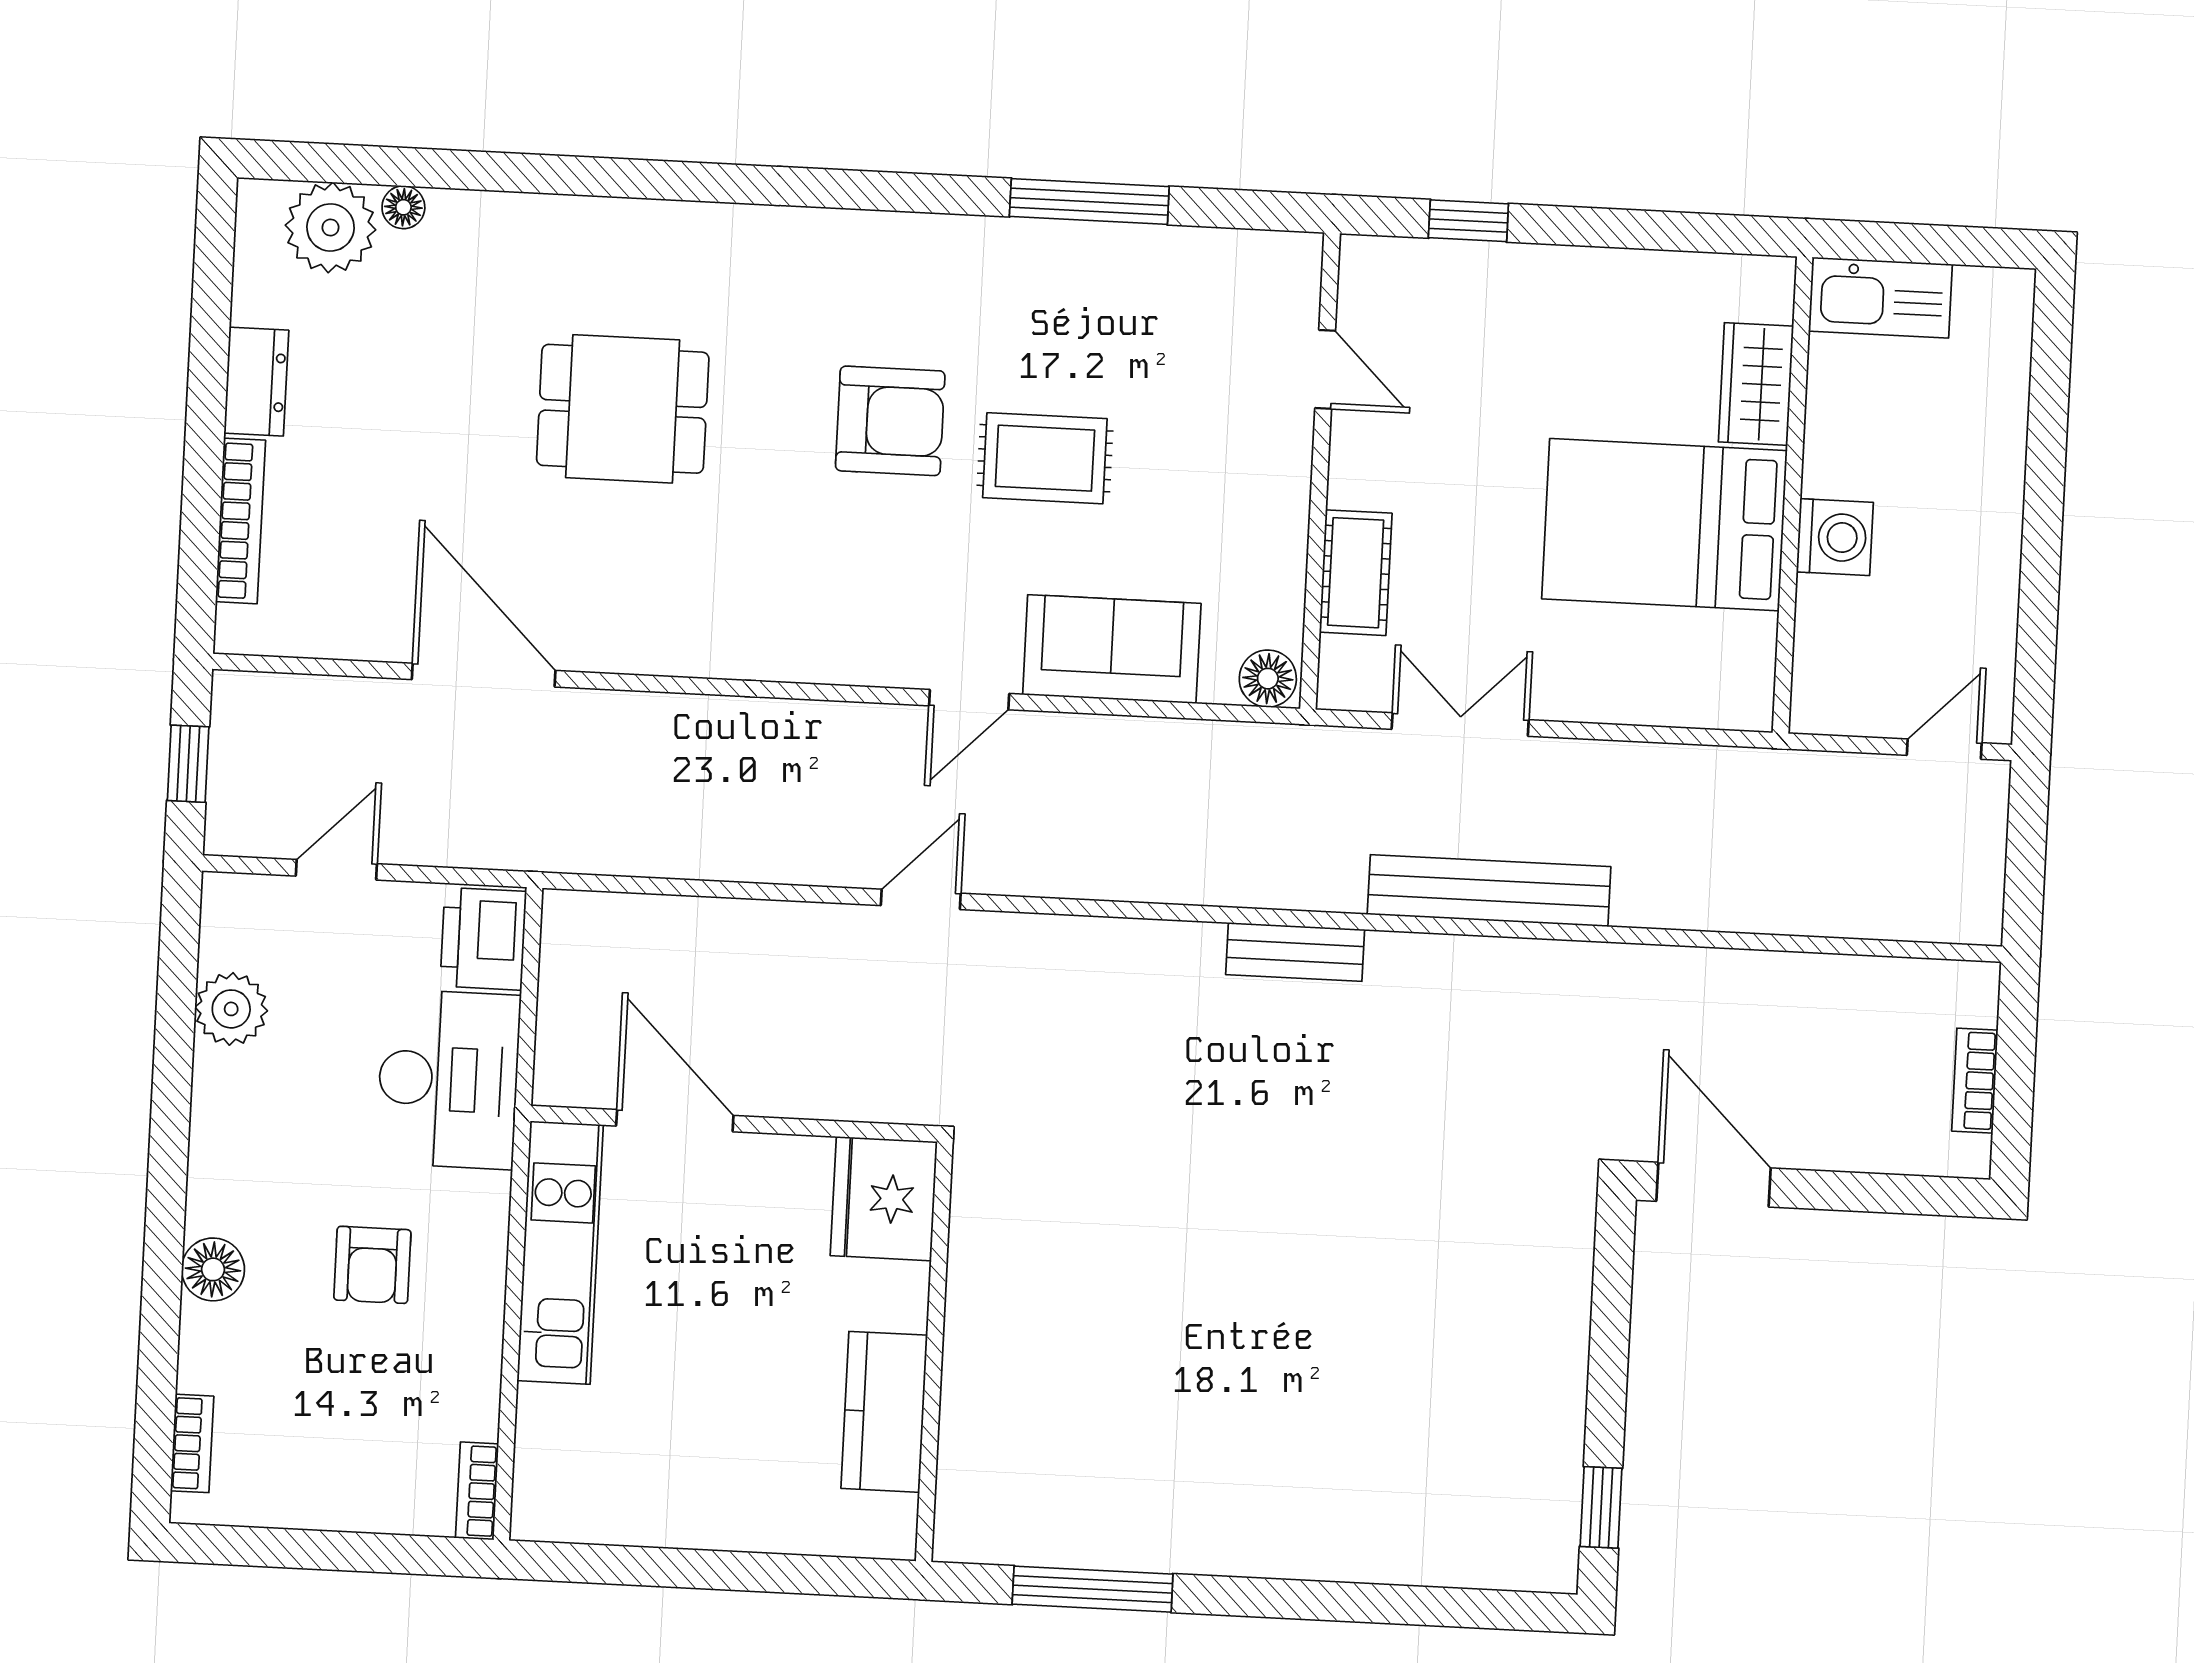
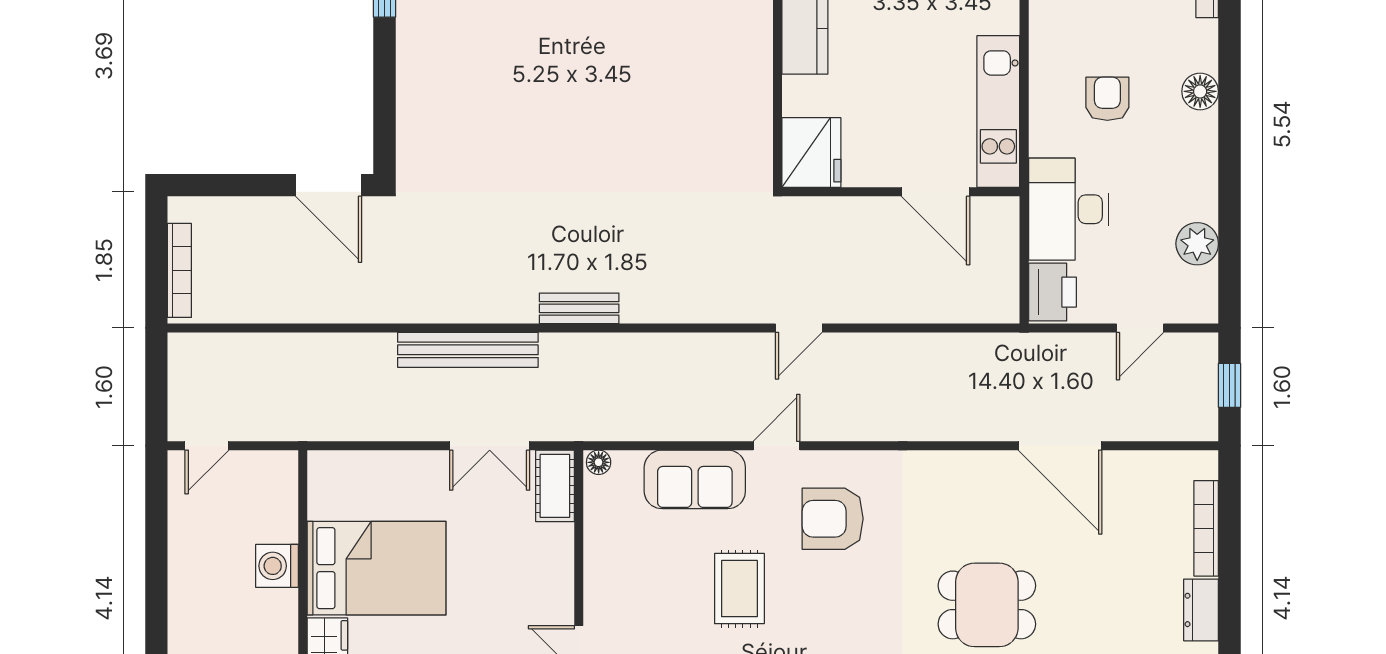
armchair: (890, 421) -> (833, 519), moved
rug: (1045, 458) -> (739, 589), turned 90
cot: (1356, 573) -> (555, 486), moved
floor lamp: (1268, 679) -> (599, 462), width x0.73, depth x0.73
bookcase: (1975, 1081) -> (179, 270), width x1.56

